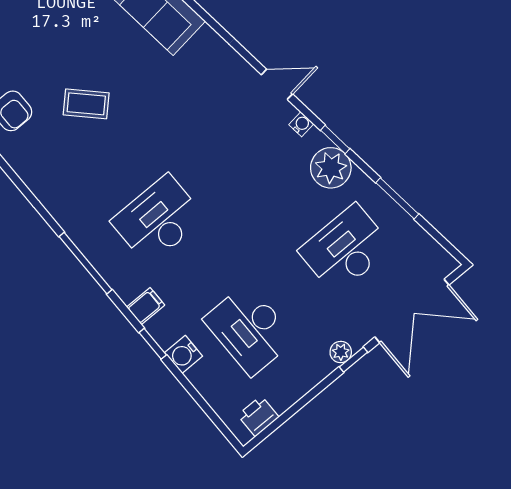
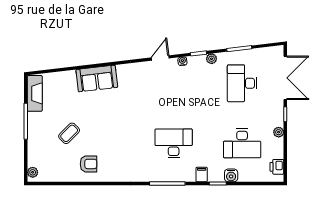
coffee table: (86, 104) -> (69, 133), moved
plant: (331, 168) -> (212, 59), width x0.53, depth x0.53
desk: (158, 220) -> (174, 143), turned 90
plant: (341, 352) -> (279, 132), moved

